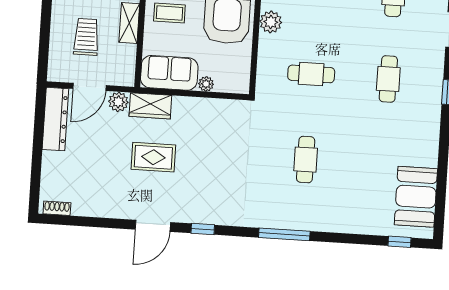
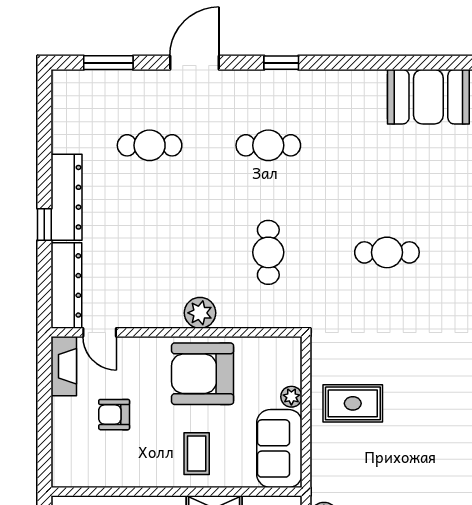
wardrobe: (150, 106) -> (327, 472), removed
rug: (153, 157) -> (353, 403), moved, turned 90

